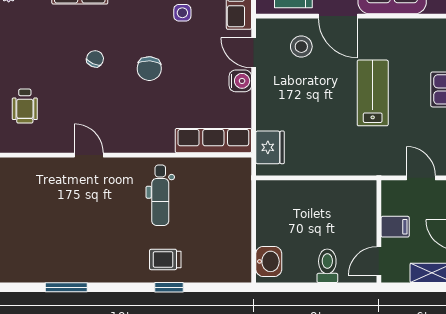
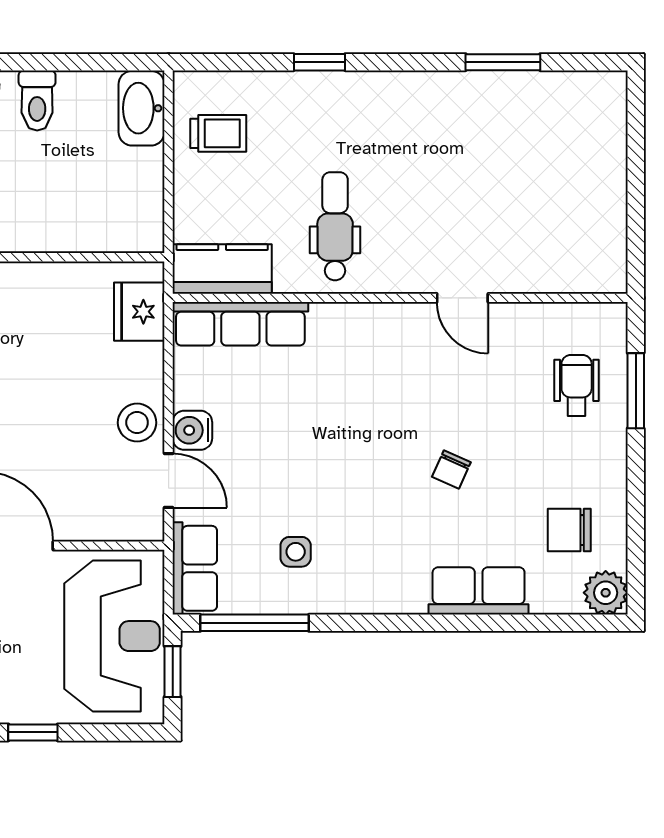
stool: (301, 47) -> (137, 423), moved
chair: (149, 69) -> (569, 530), moved, turned -94
kitchen counter: (224, 171) -> (222, 269), added
trolley: (165, 259) -> (218, 133), moved
washbasin: (269, 261) -> (142, 108), width x1.38

